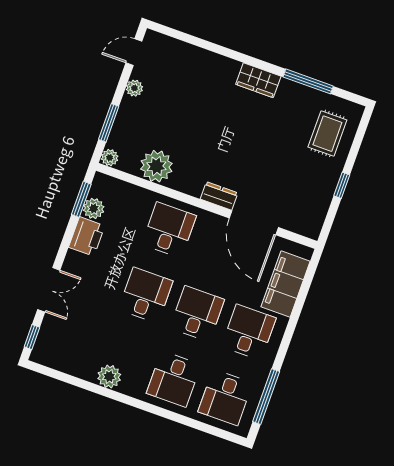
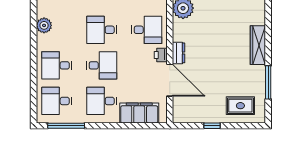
wardrobe: (258, 80) -> (258, 45), width x1.50
printer: (213, 223) -> (161, 55), added
door: (254, 223) -> (170, 80), swing flipped
desk: (146, 295) -> (102, 30), turned 180
desk: (249, 332) -> (102, 101), turned 180

